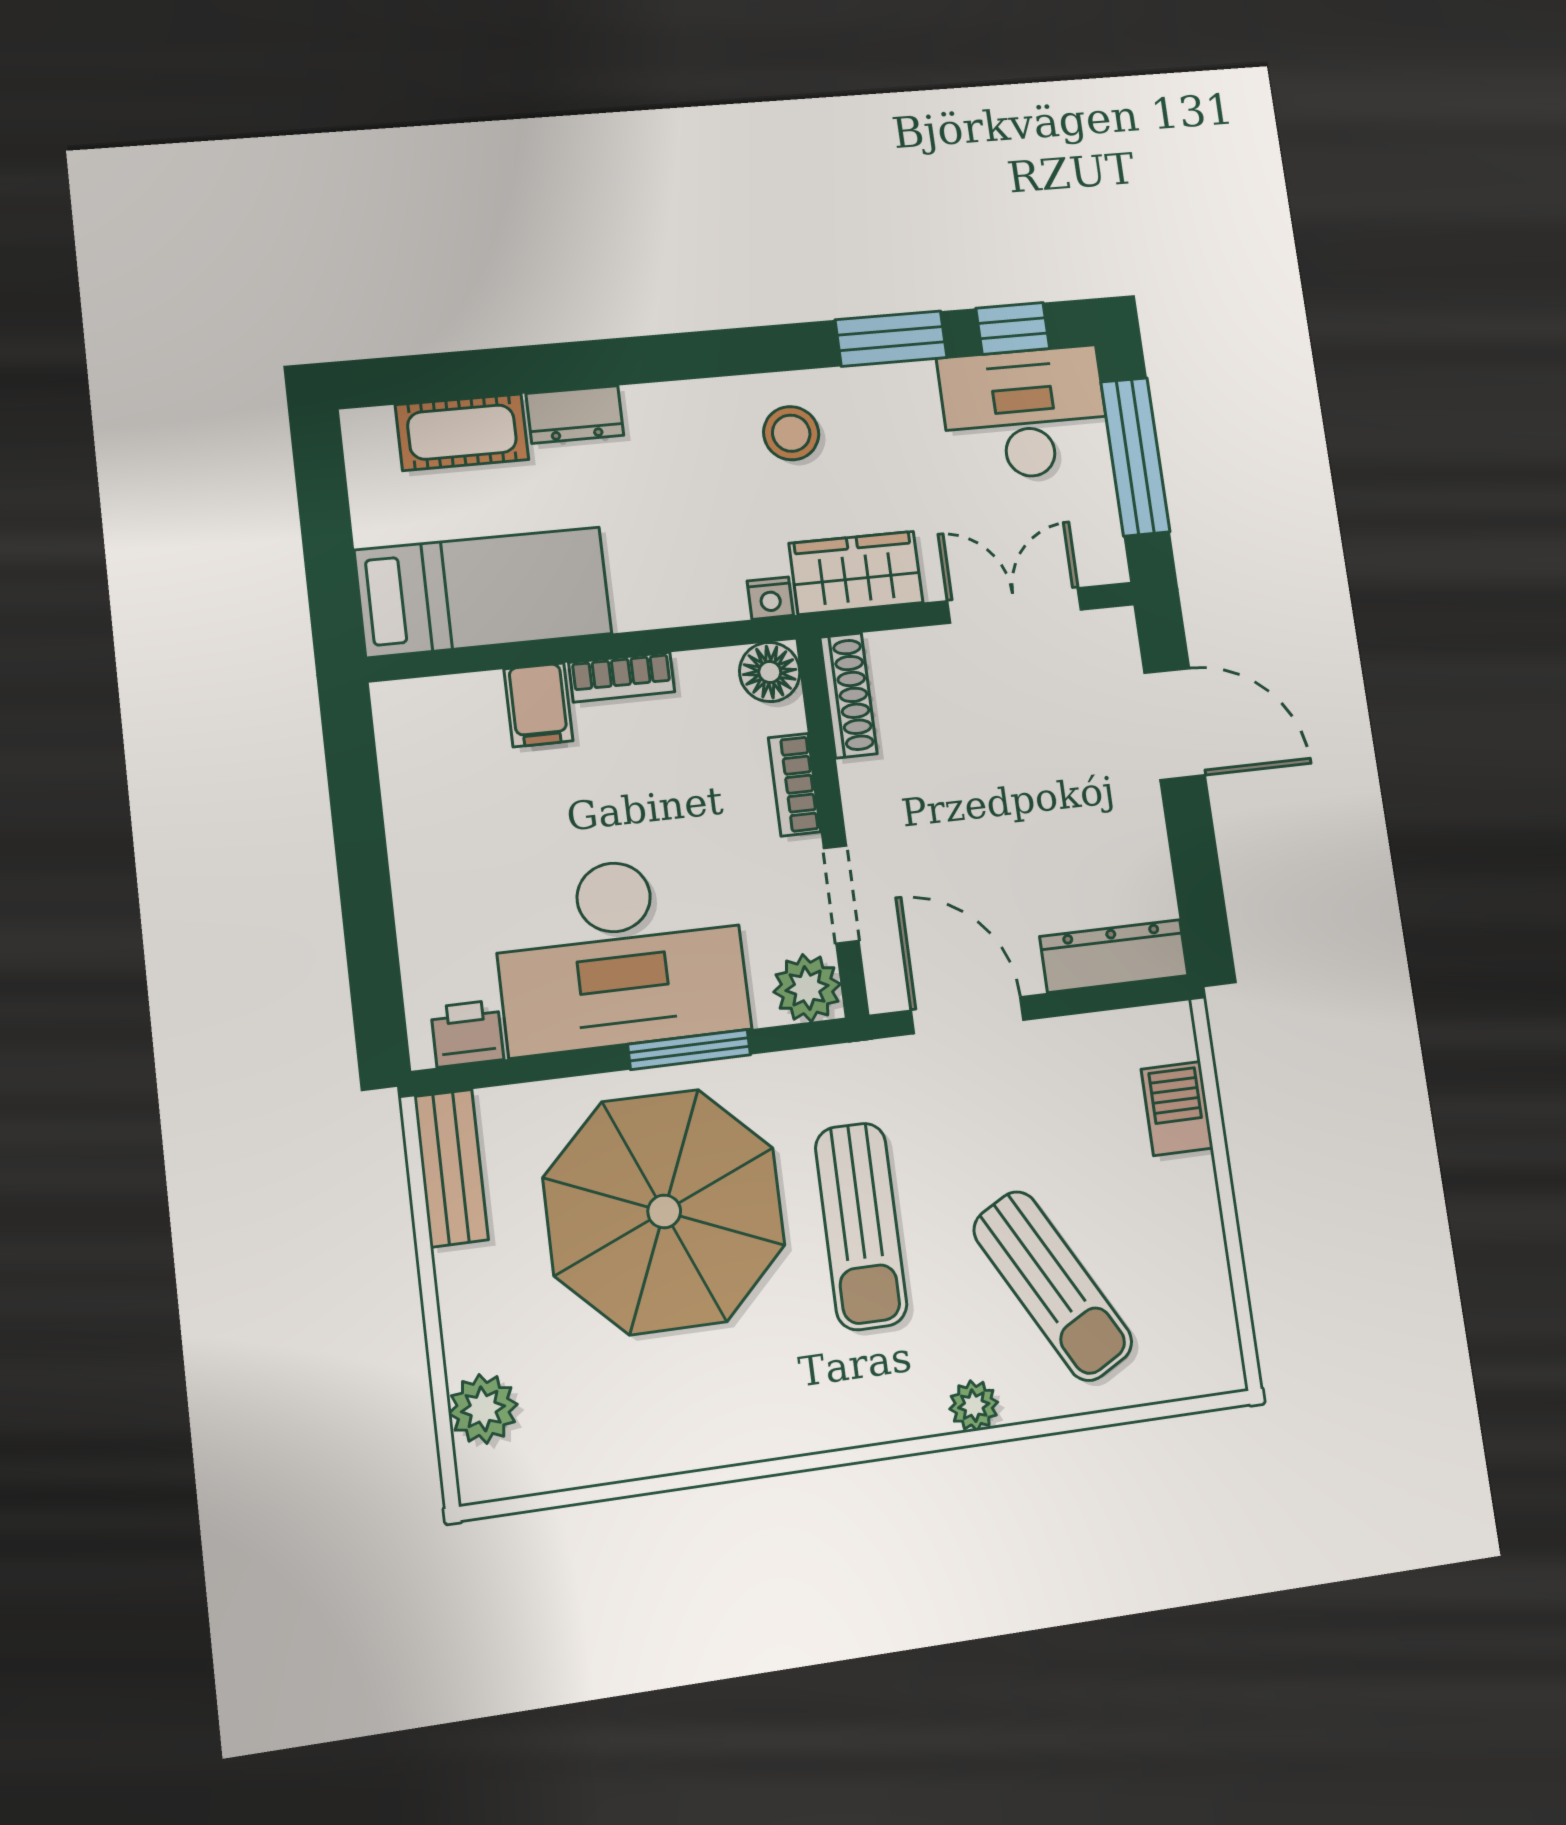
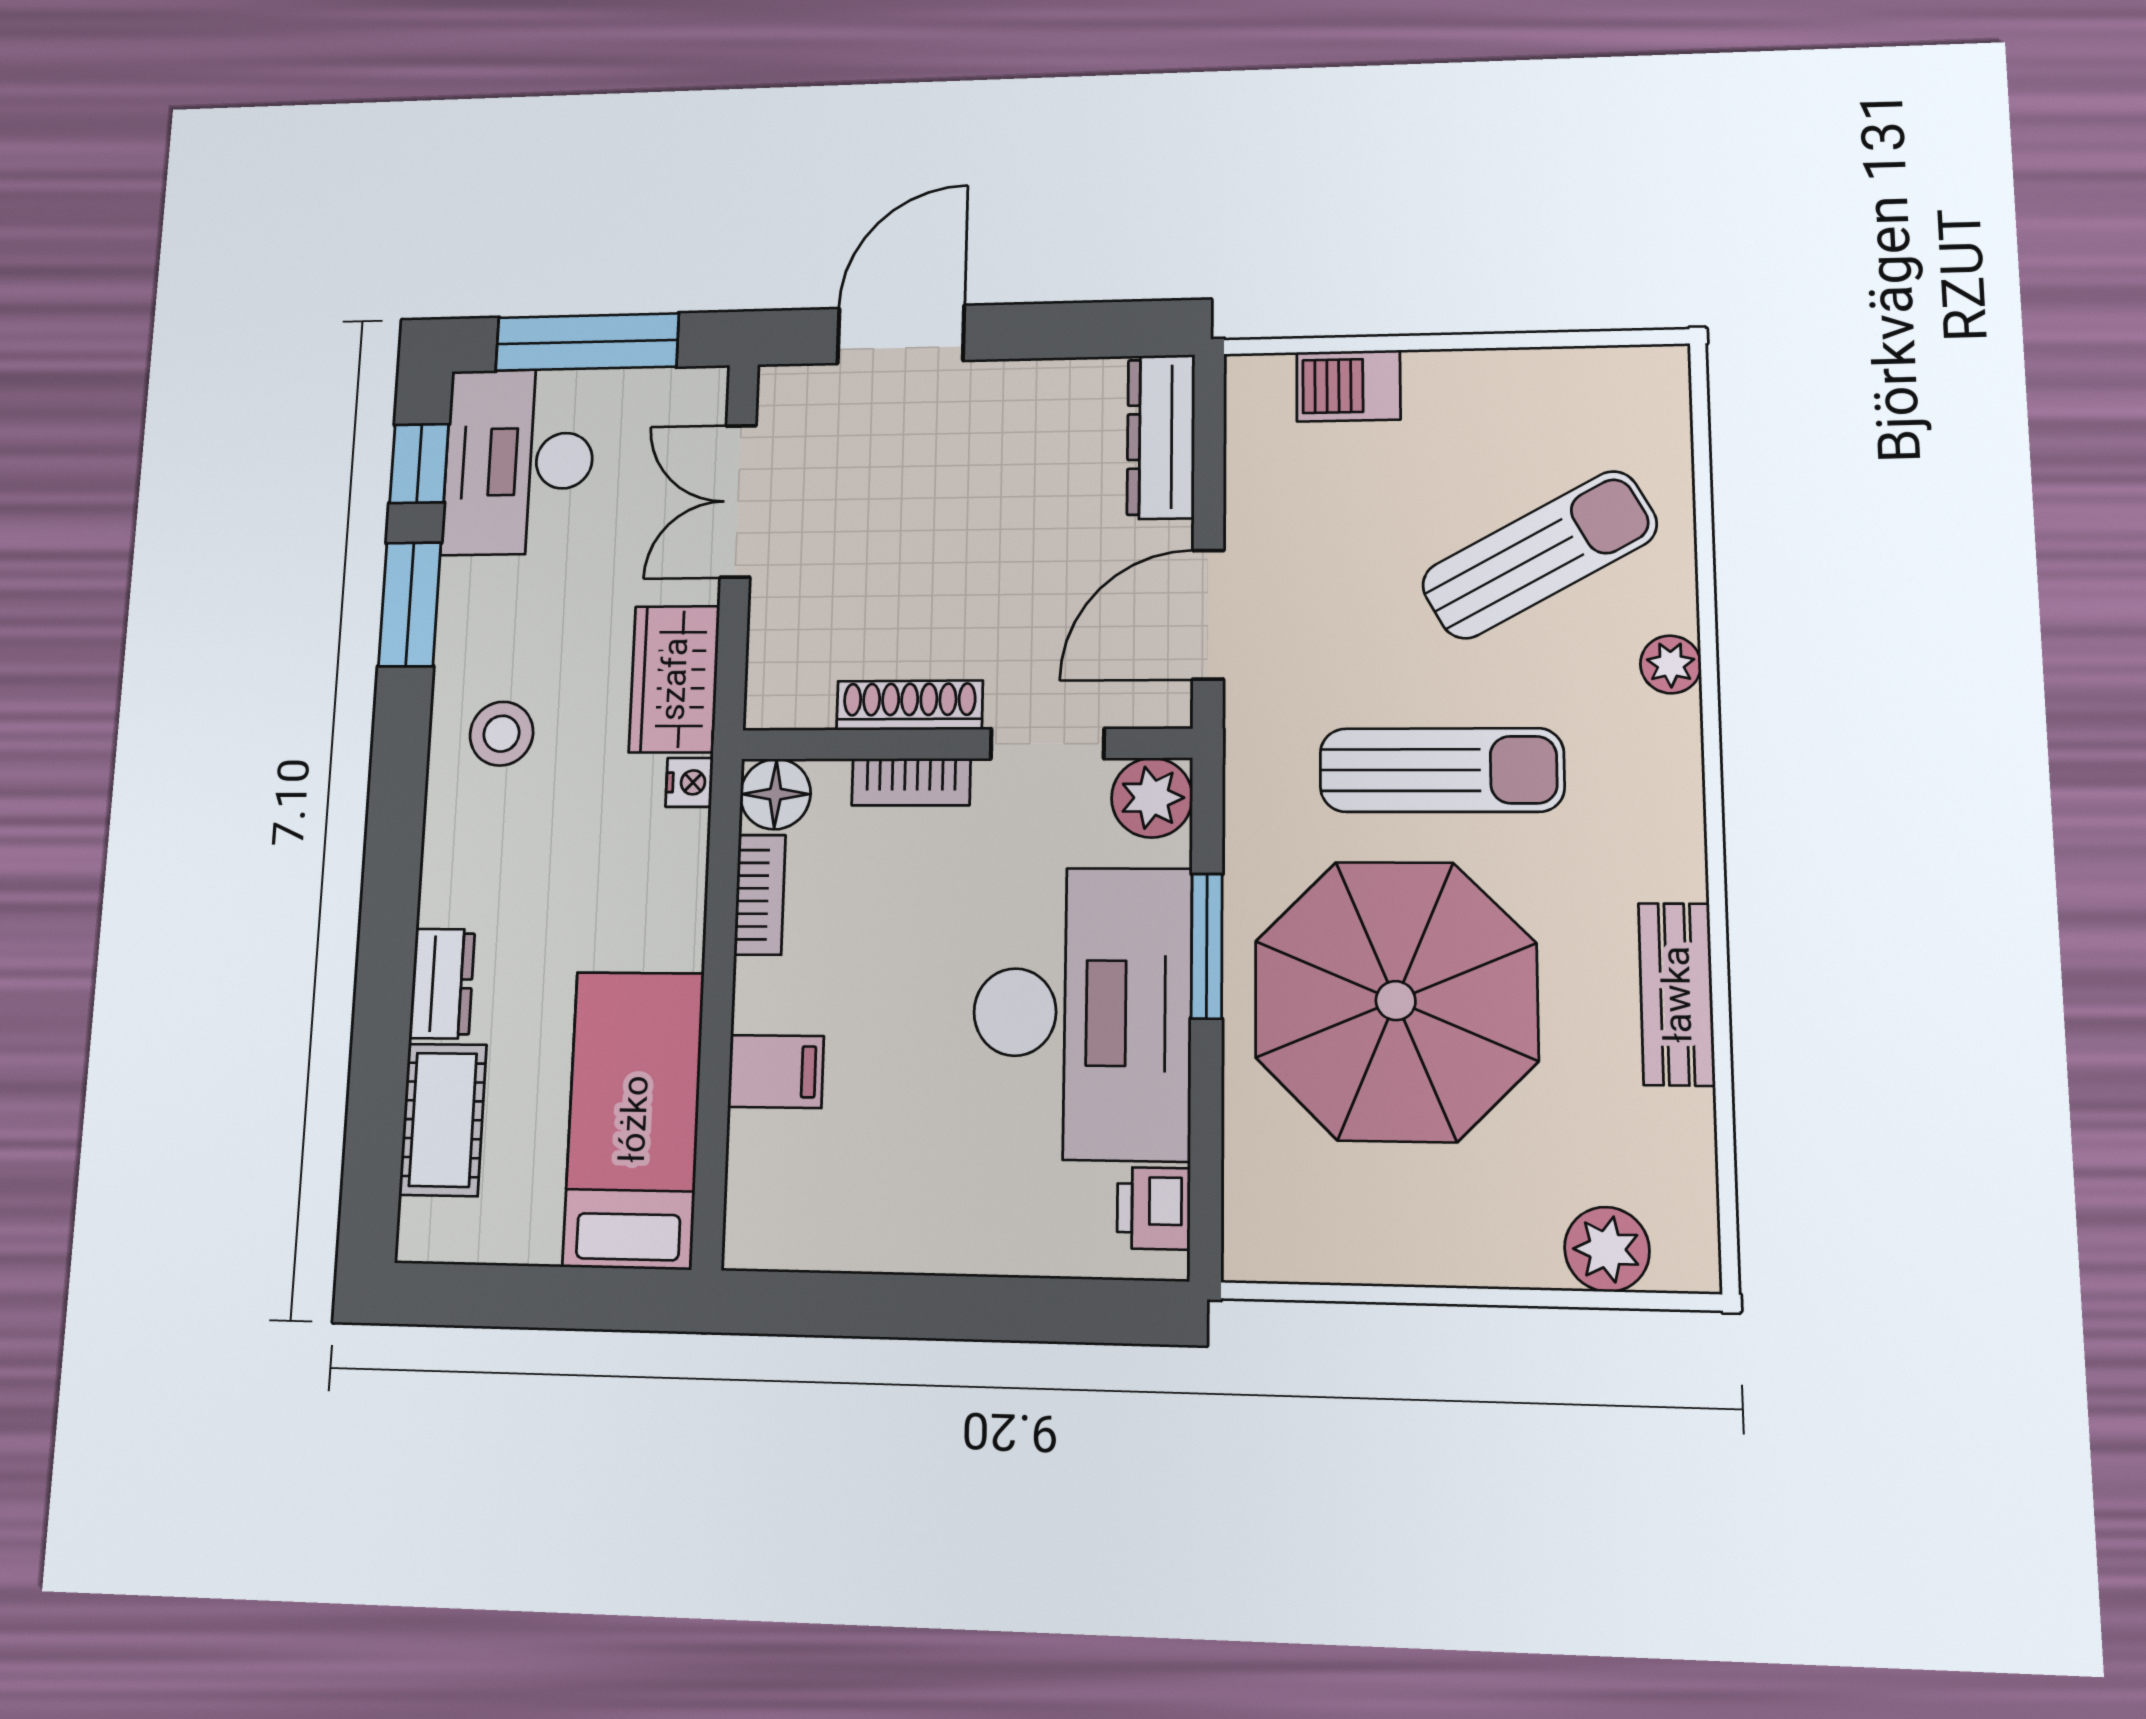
bookcase: (622, 677) -> (760, 895), moved
shoe rack: (848, 695) -> (910, 705), moved
bench: (451, 1168) -> (1677, 994), moved, turned 90

